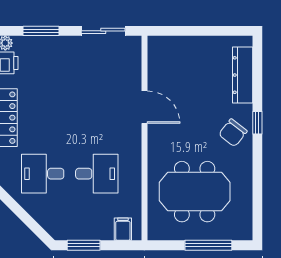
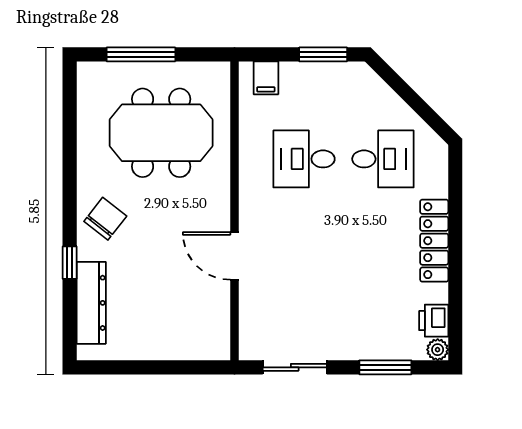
window: (257, 123) -> (70, 263), moved

